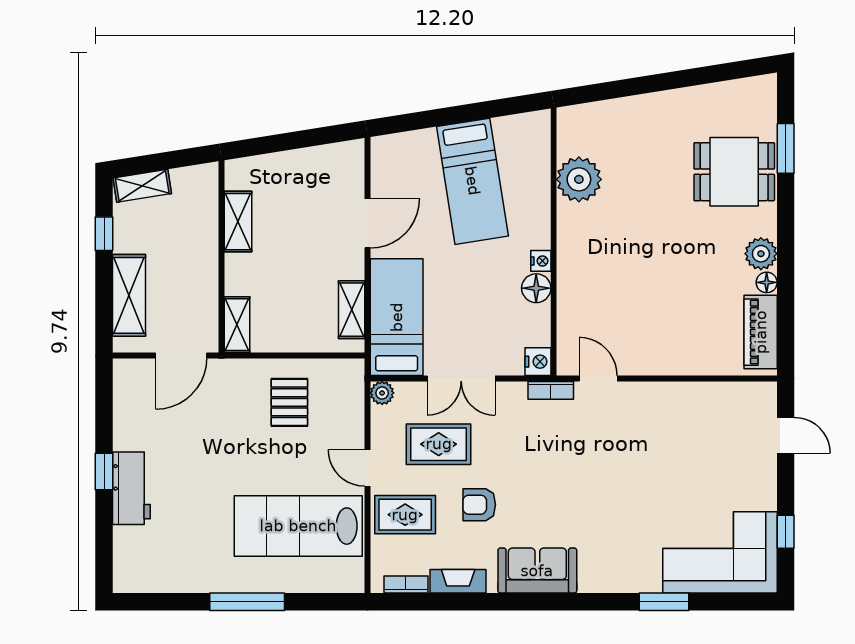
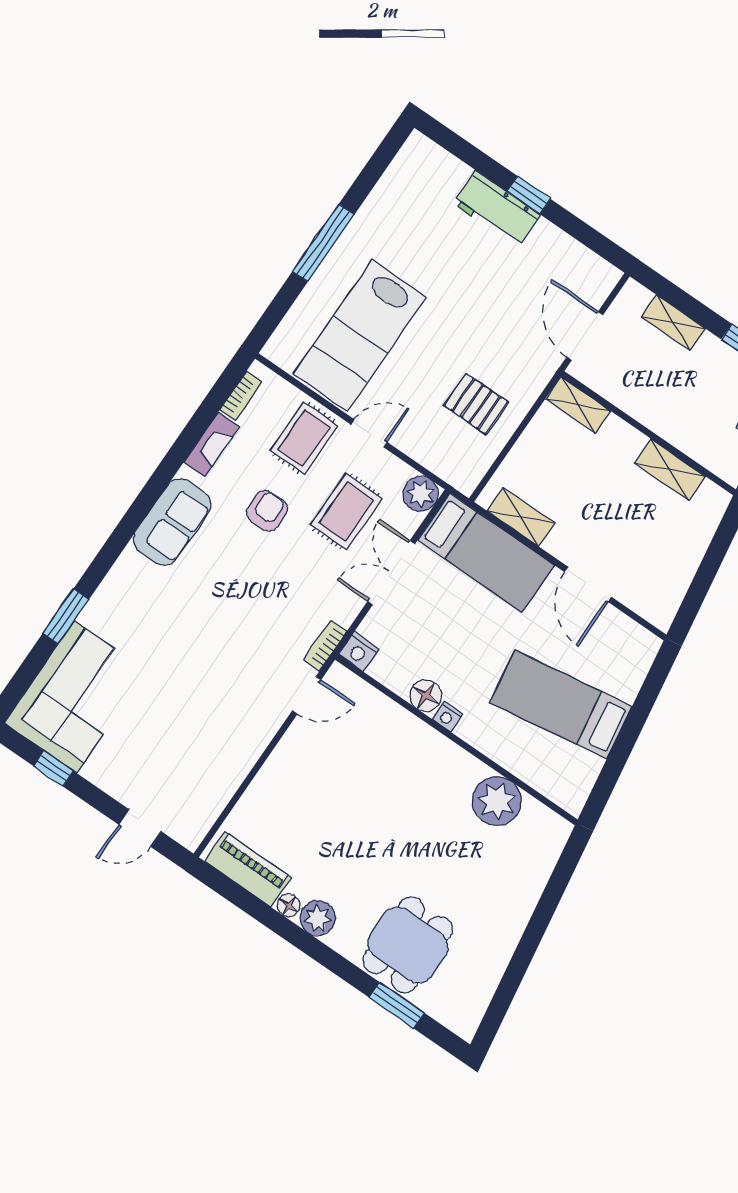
shelving: (129, 295) -> (674, 323), width x0.67, depth x0.75
plant: (382, 393) -> (420, 494), width x1.38, depth x1.38
lab bench: (298, 526) -> (360, 335), turned 180

